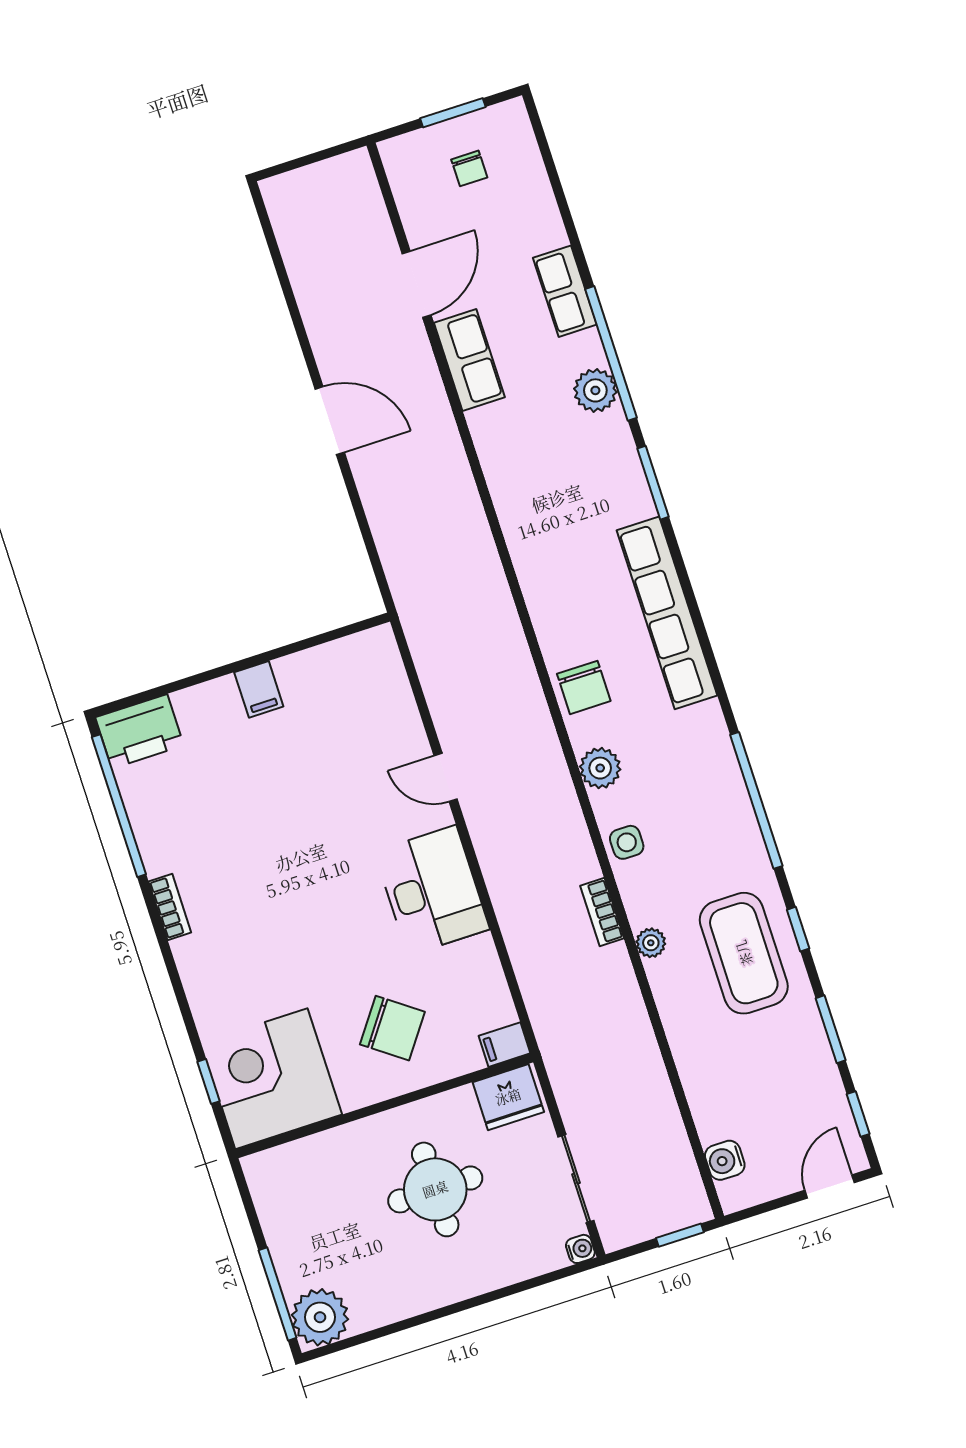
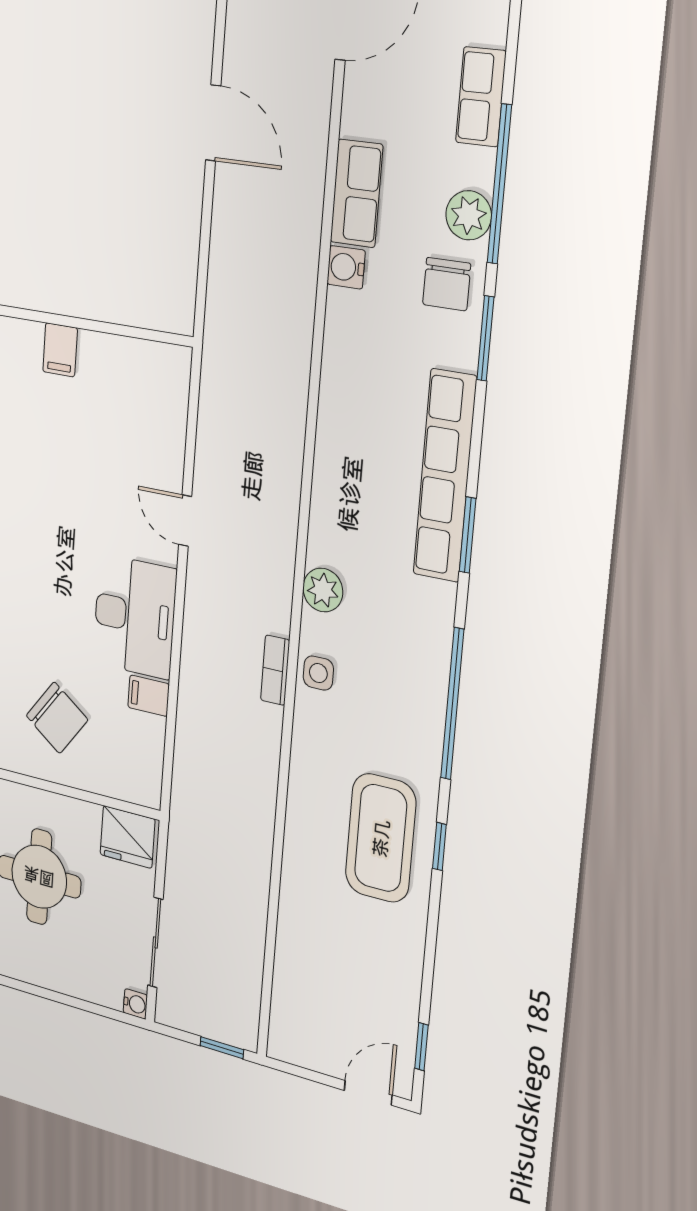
row of seats: (469, 360) -> (357, 193), moved
chair: (584, 687) -> (447, 284), moved
bookcase: (602, 912) -> (275, 670), moved
plant: (651, 943) -> (302, 777), removed
window: (831, 1029) -> (468, 535), moved
filing cabinet: (504, 1045) -> (149, 696), moved
water cooler: (725, 1160) -> (346, 267), moved

